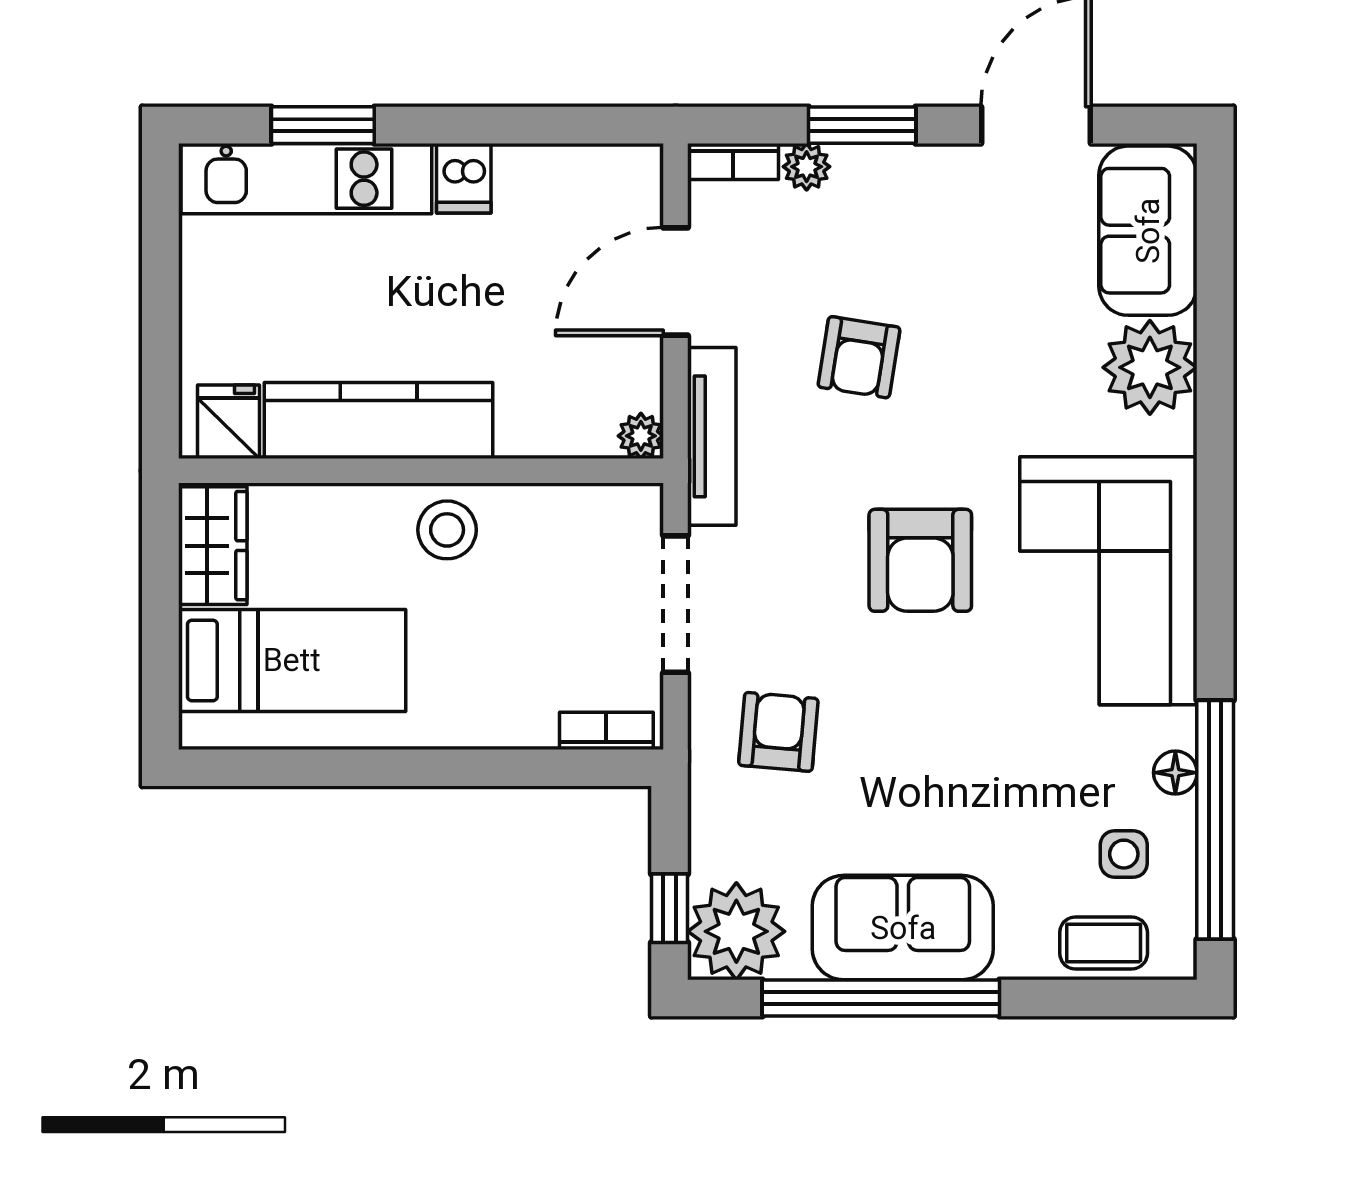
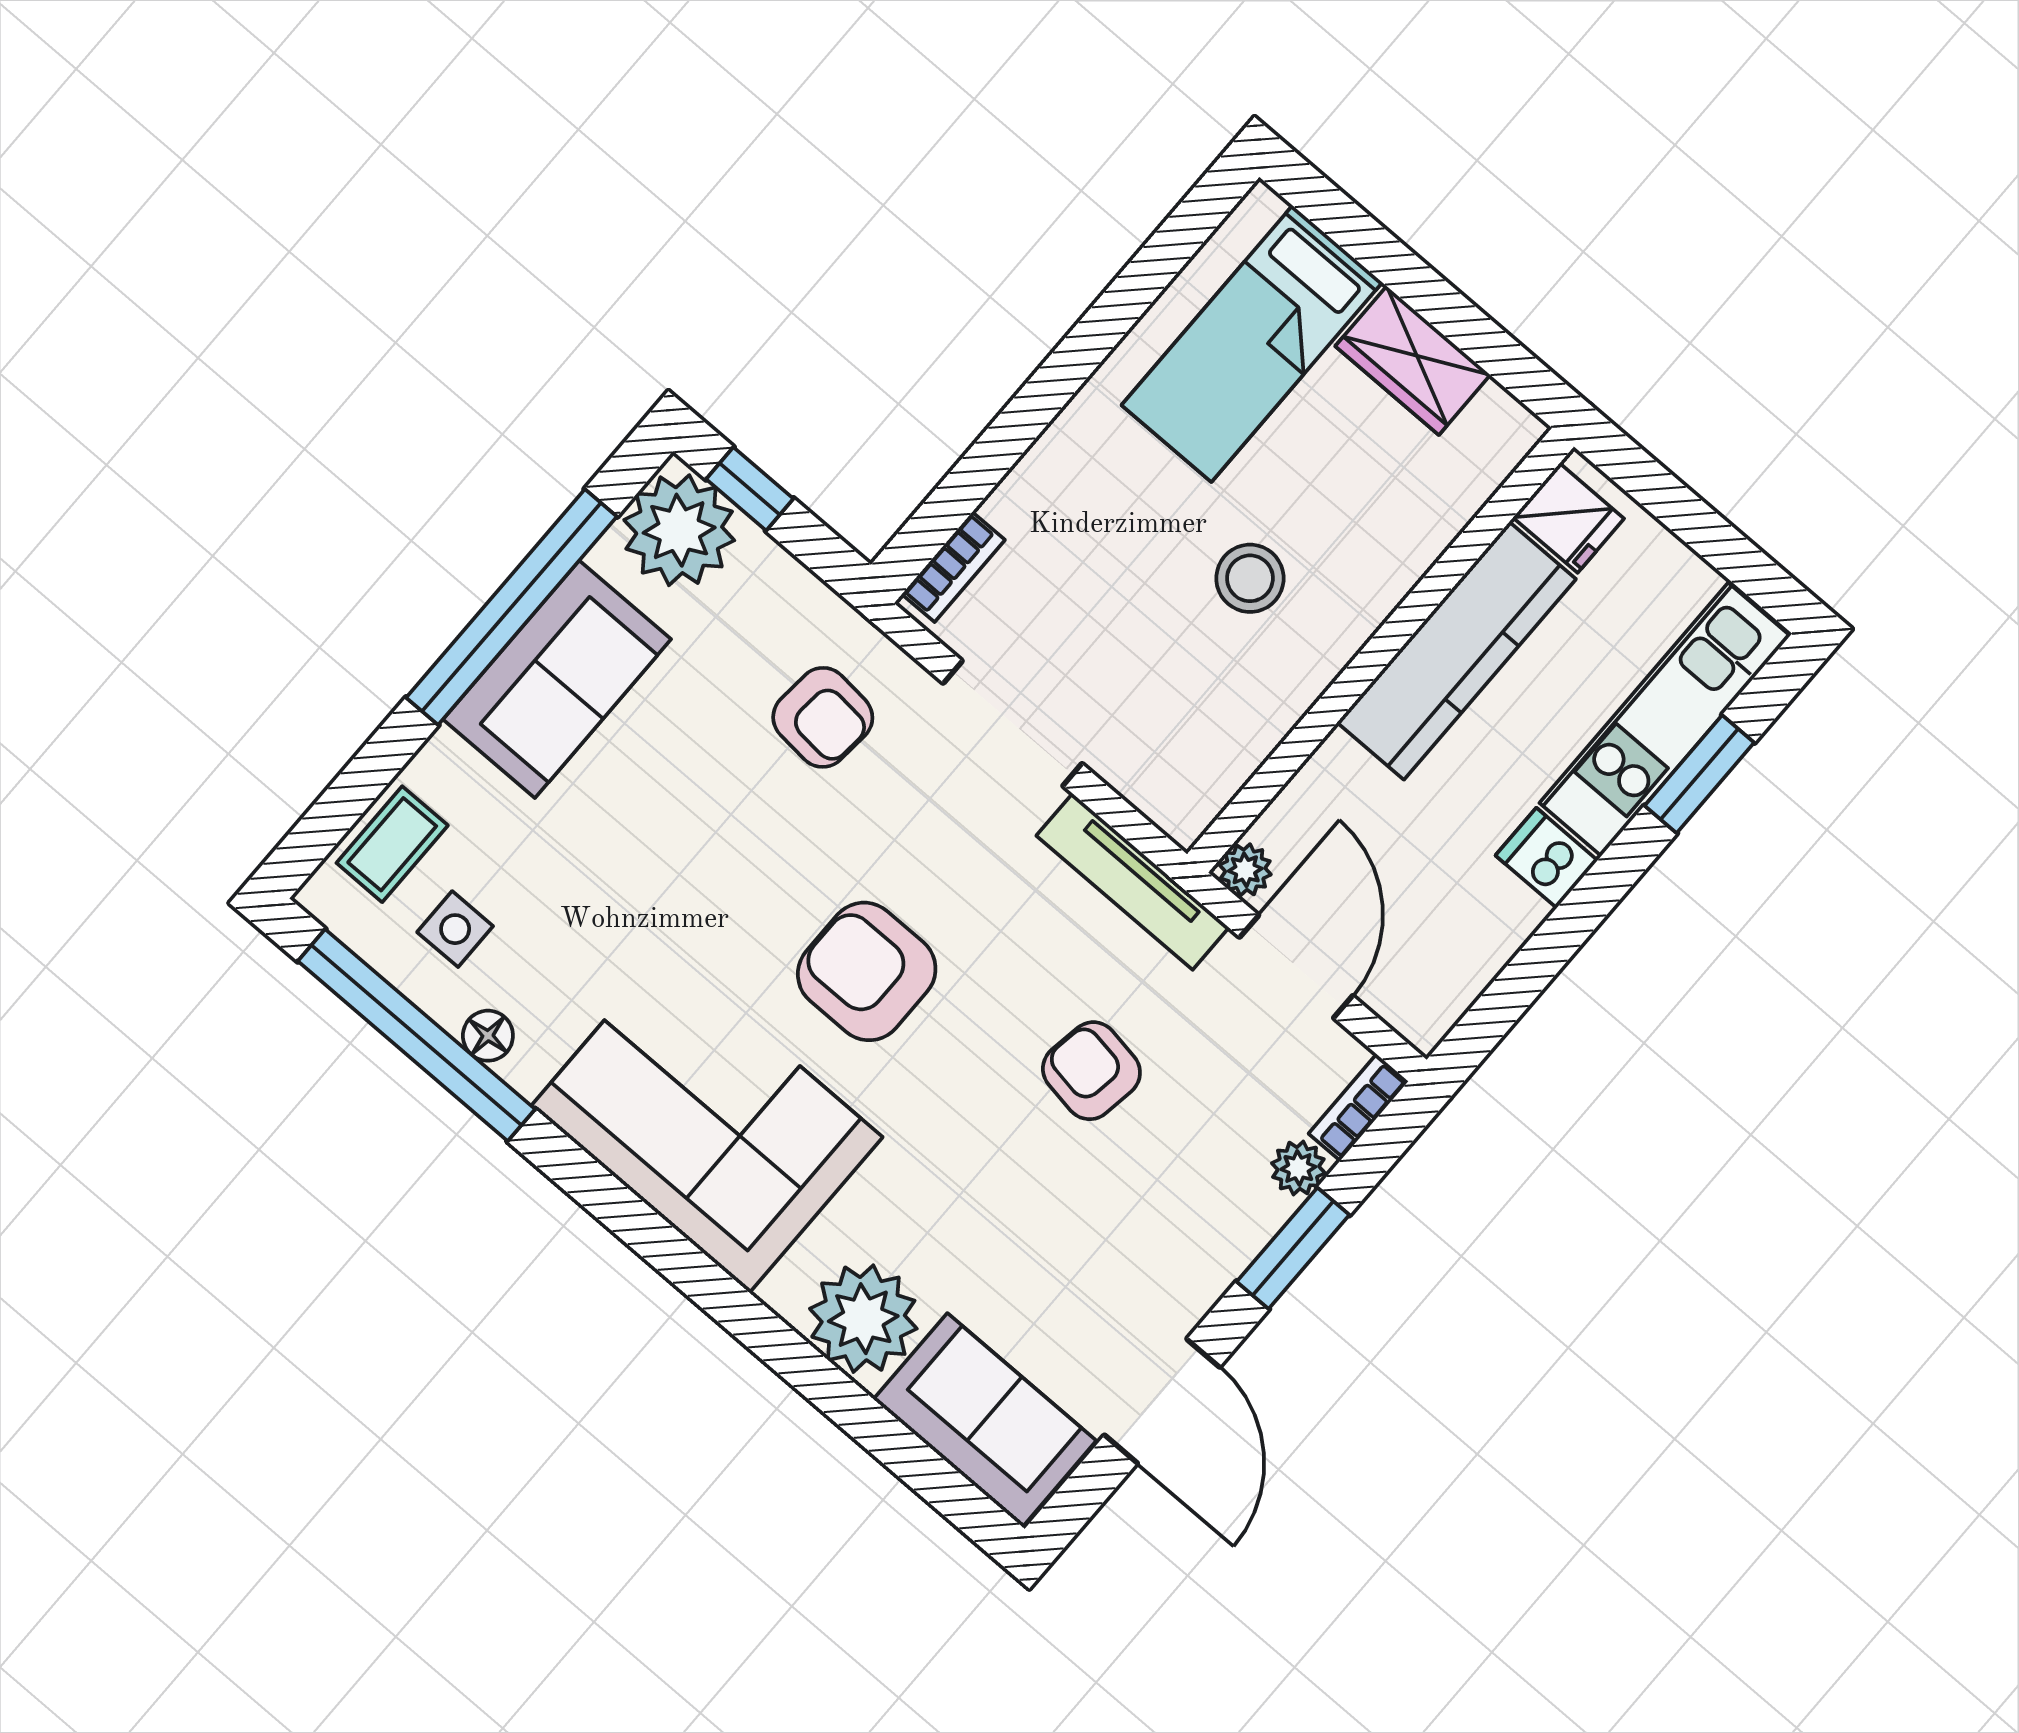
kitchen counter: (378, 420) -> (1457, 651), moved
fridge: (228, 422) -> (1568, 518), moved
plant: (641, 436) -> (1245, 870), moved
wall: (421, 471) -> (1380, 650), moved

